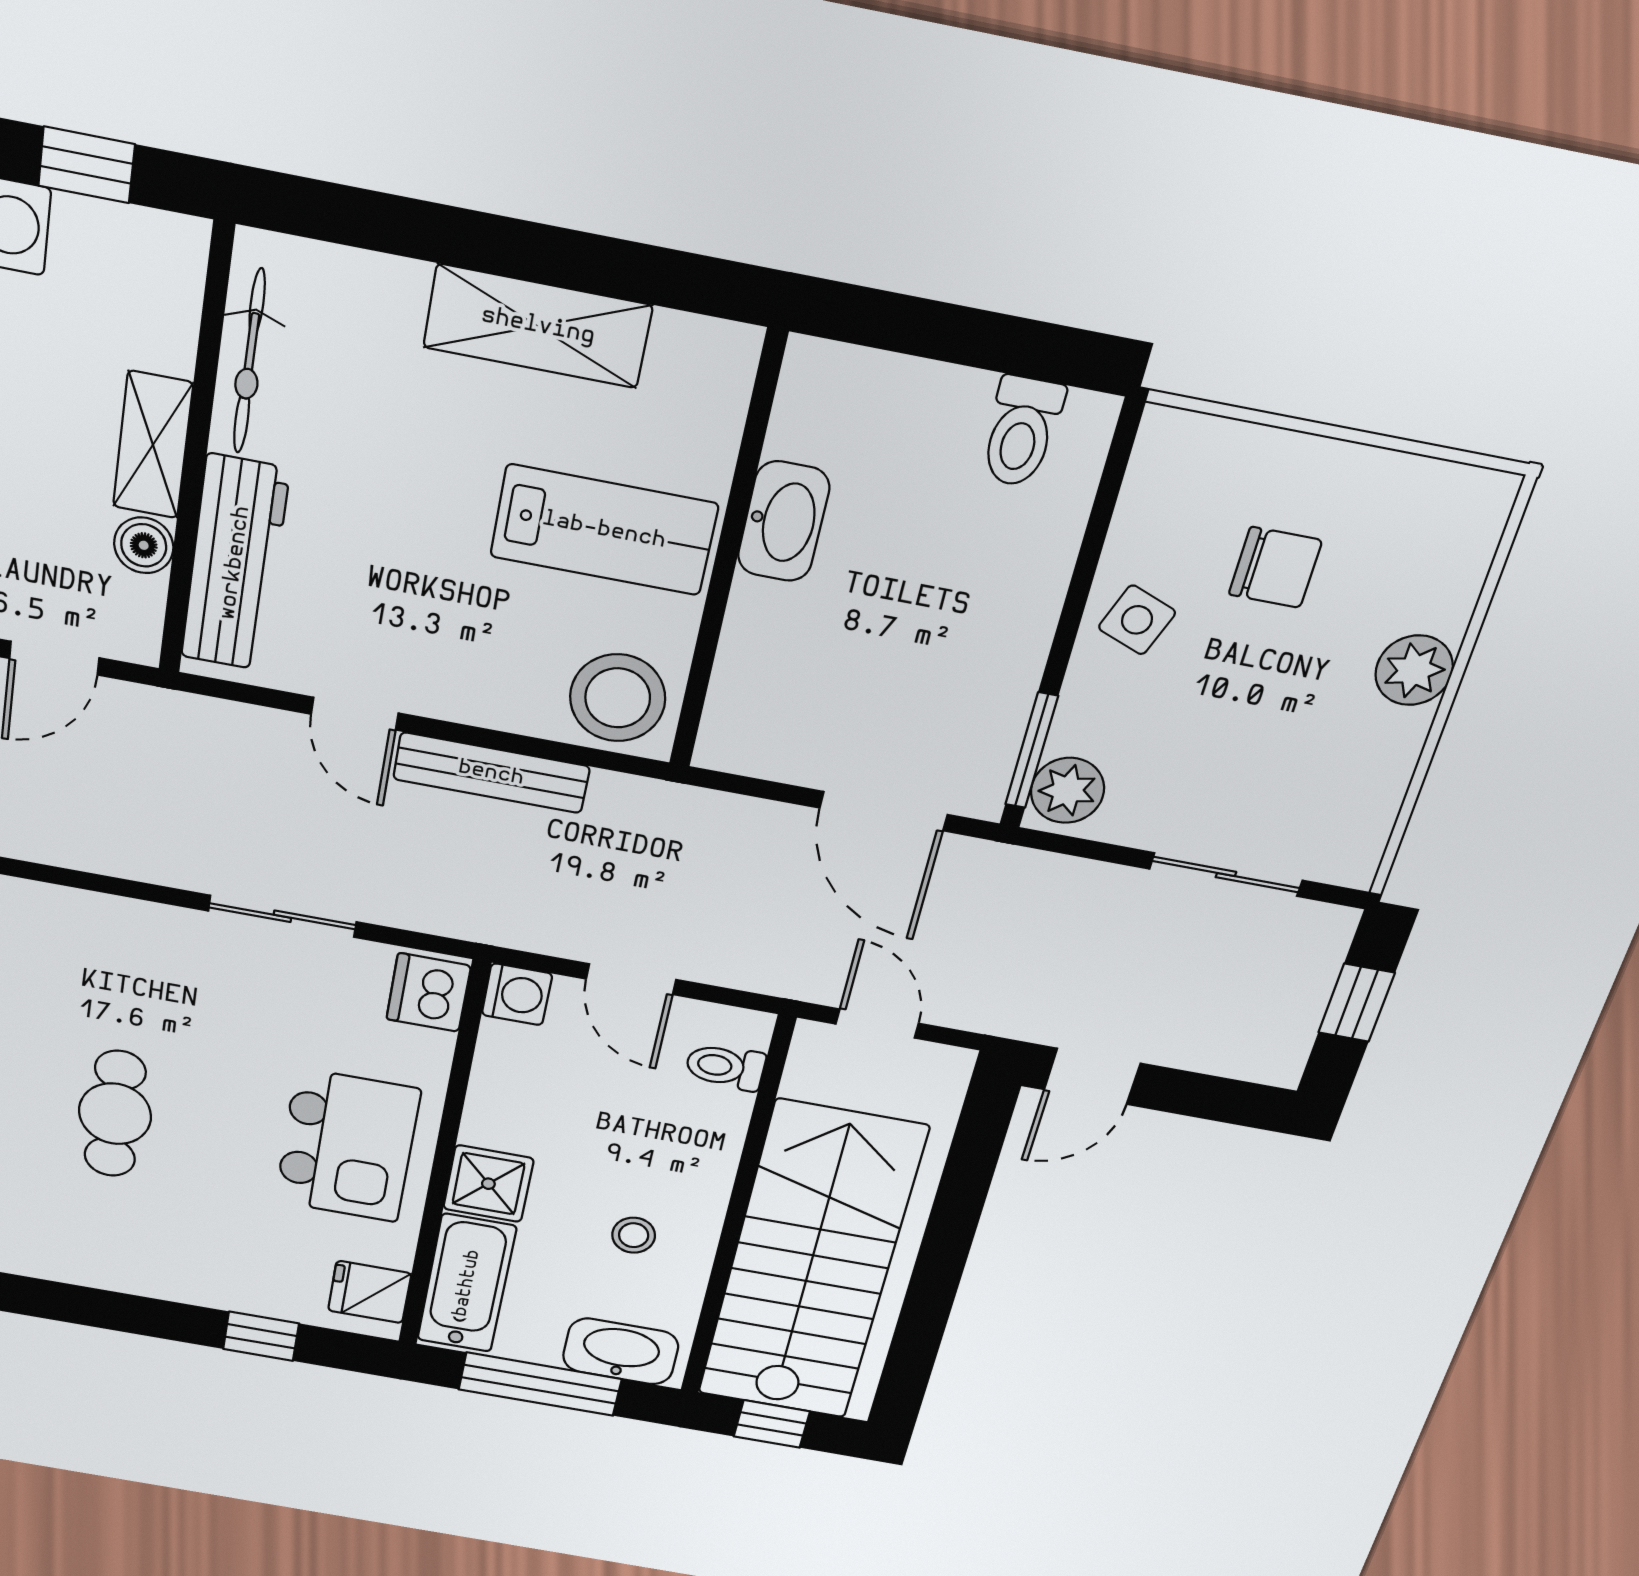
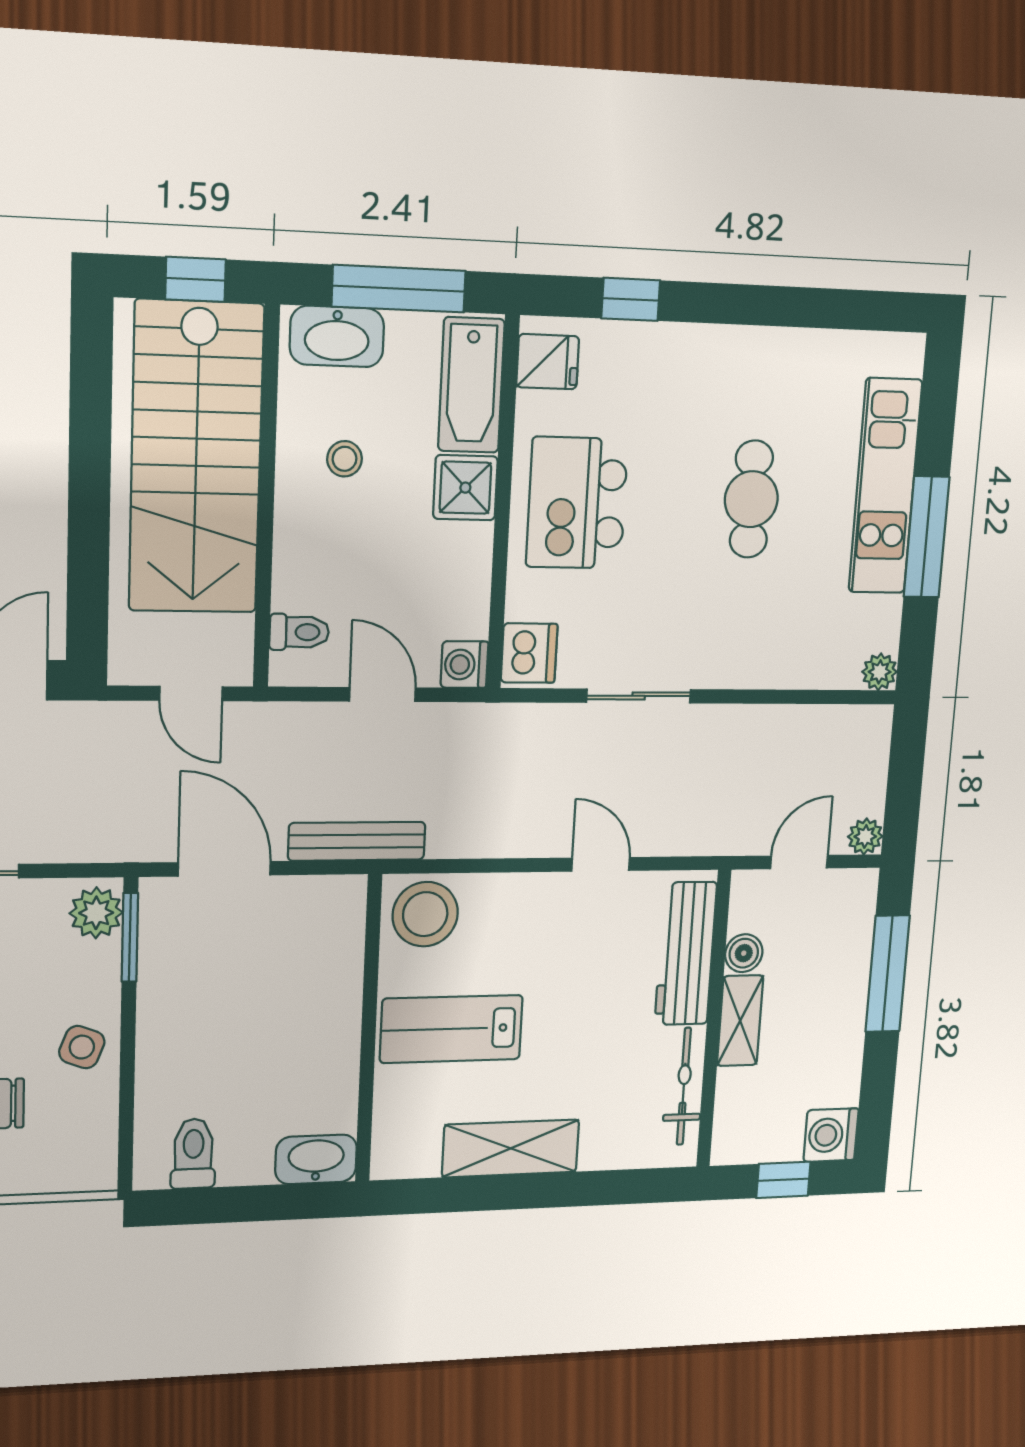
washbasin: (784, 521) -> (316, 1159), moved, turned 90
bench: (491, 773) -> (357, 841), moved

